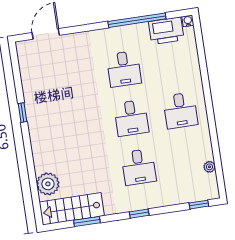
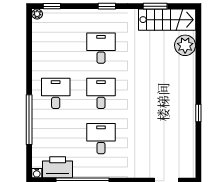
window: (205, 78) -> (29, 120), added
plant: (210, 167) -> (37, 14), moved

